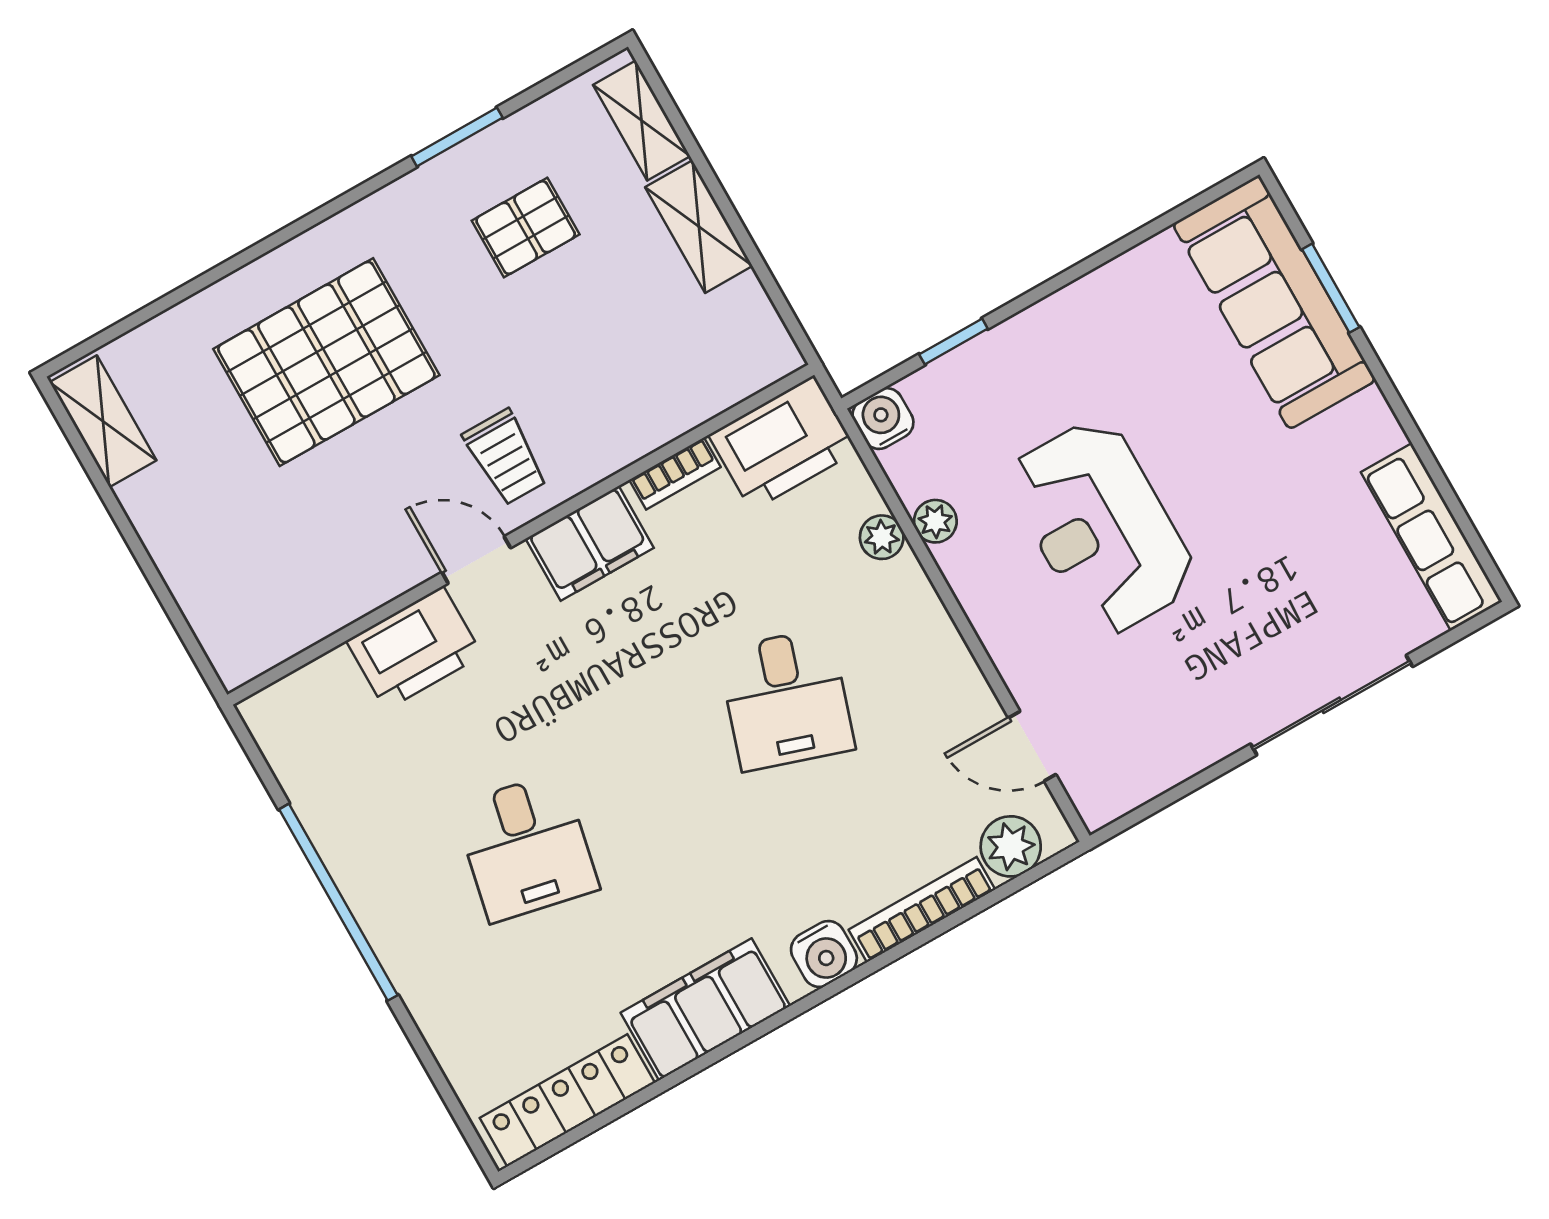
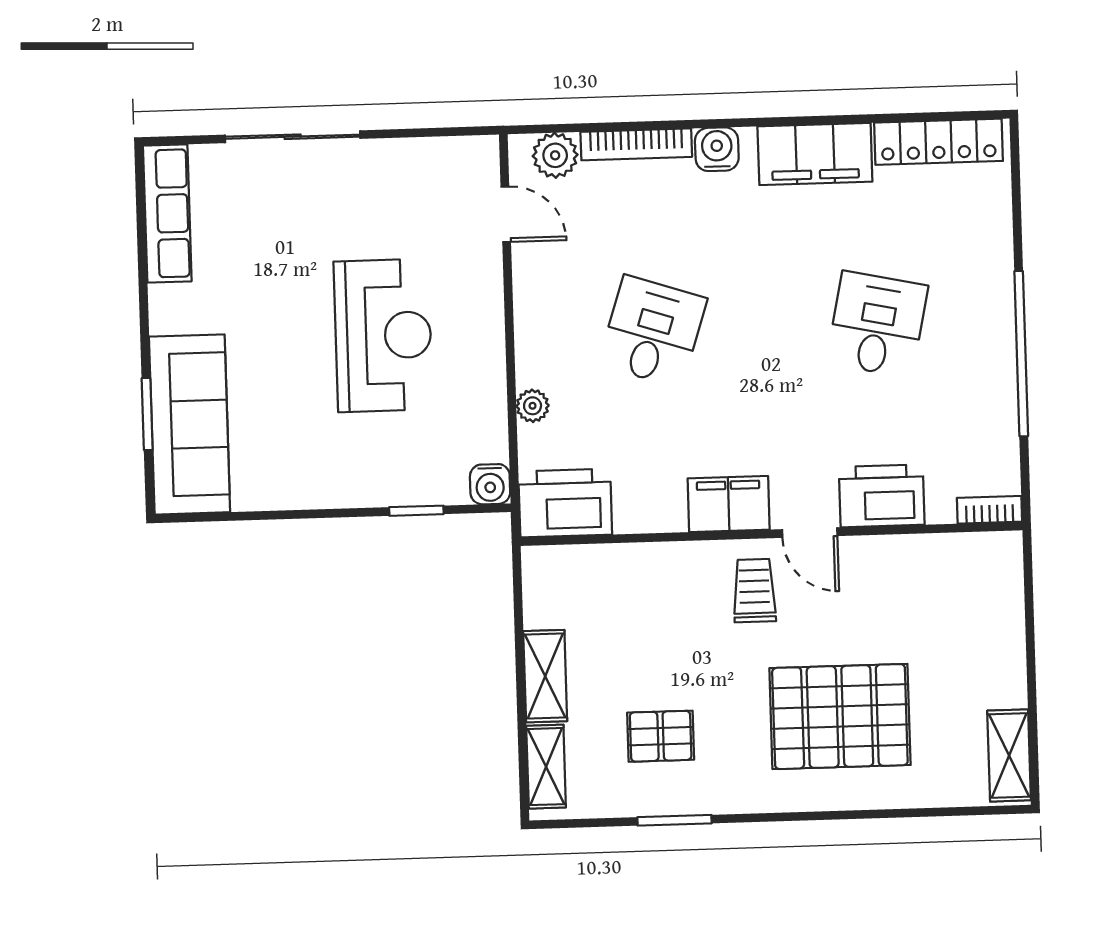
bookcase: (675, 473) -> (989, 510), moved
plant: (935, 521) -> (491, 398), removed

